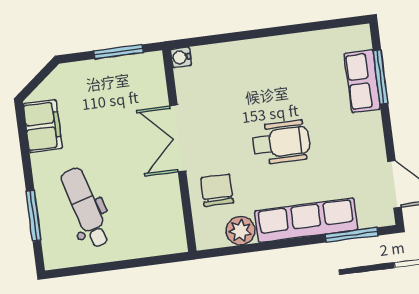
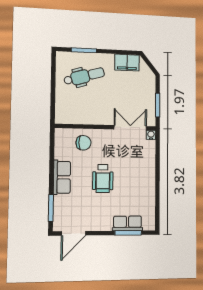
double door: (178, 138) -> (130, 128), moved
row of seats: (306, 220) -> (62, 177), width x0.68
plant: (240, 231) -> (61, 152), removed

